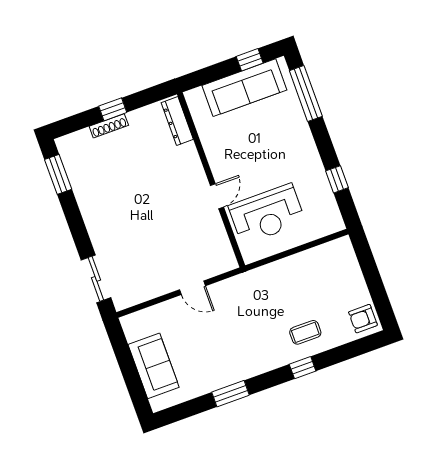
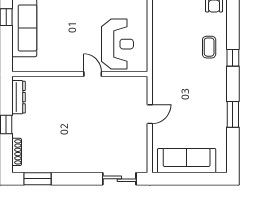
dresser: (177, 121) -> (19, 97), moved, turned -90
shoe rack: (109, 126) -> (17, 152), moved
sofa: (154, 366) -> (187, 161), width x1.36

